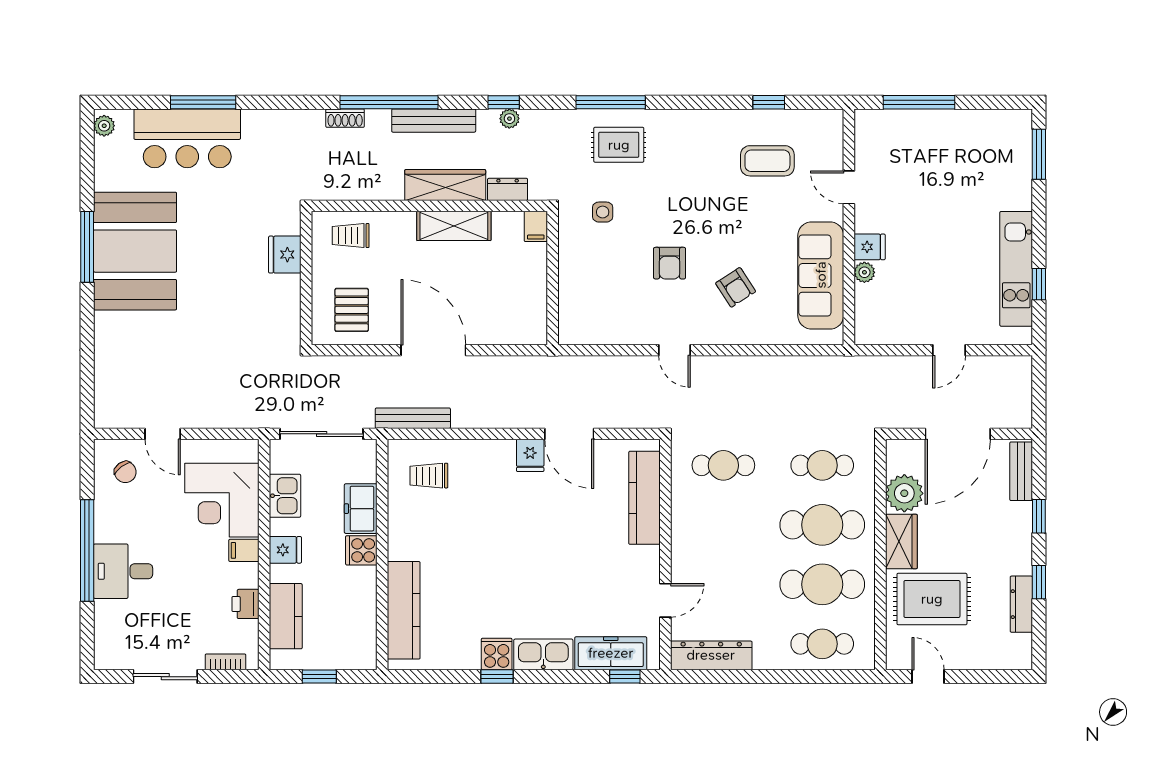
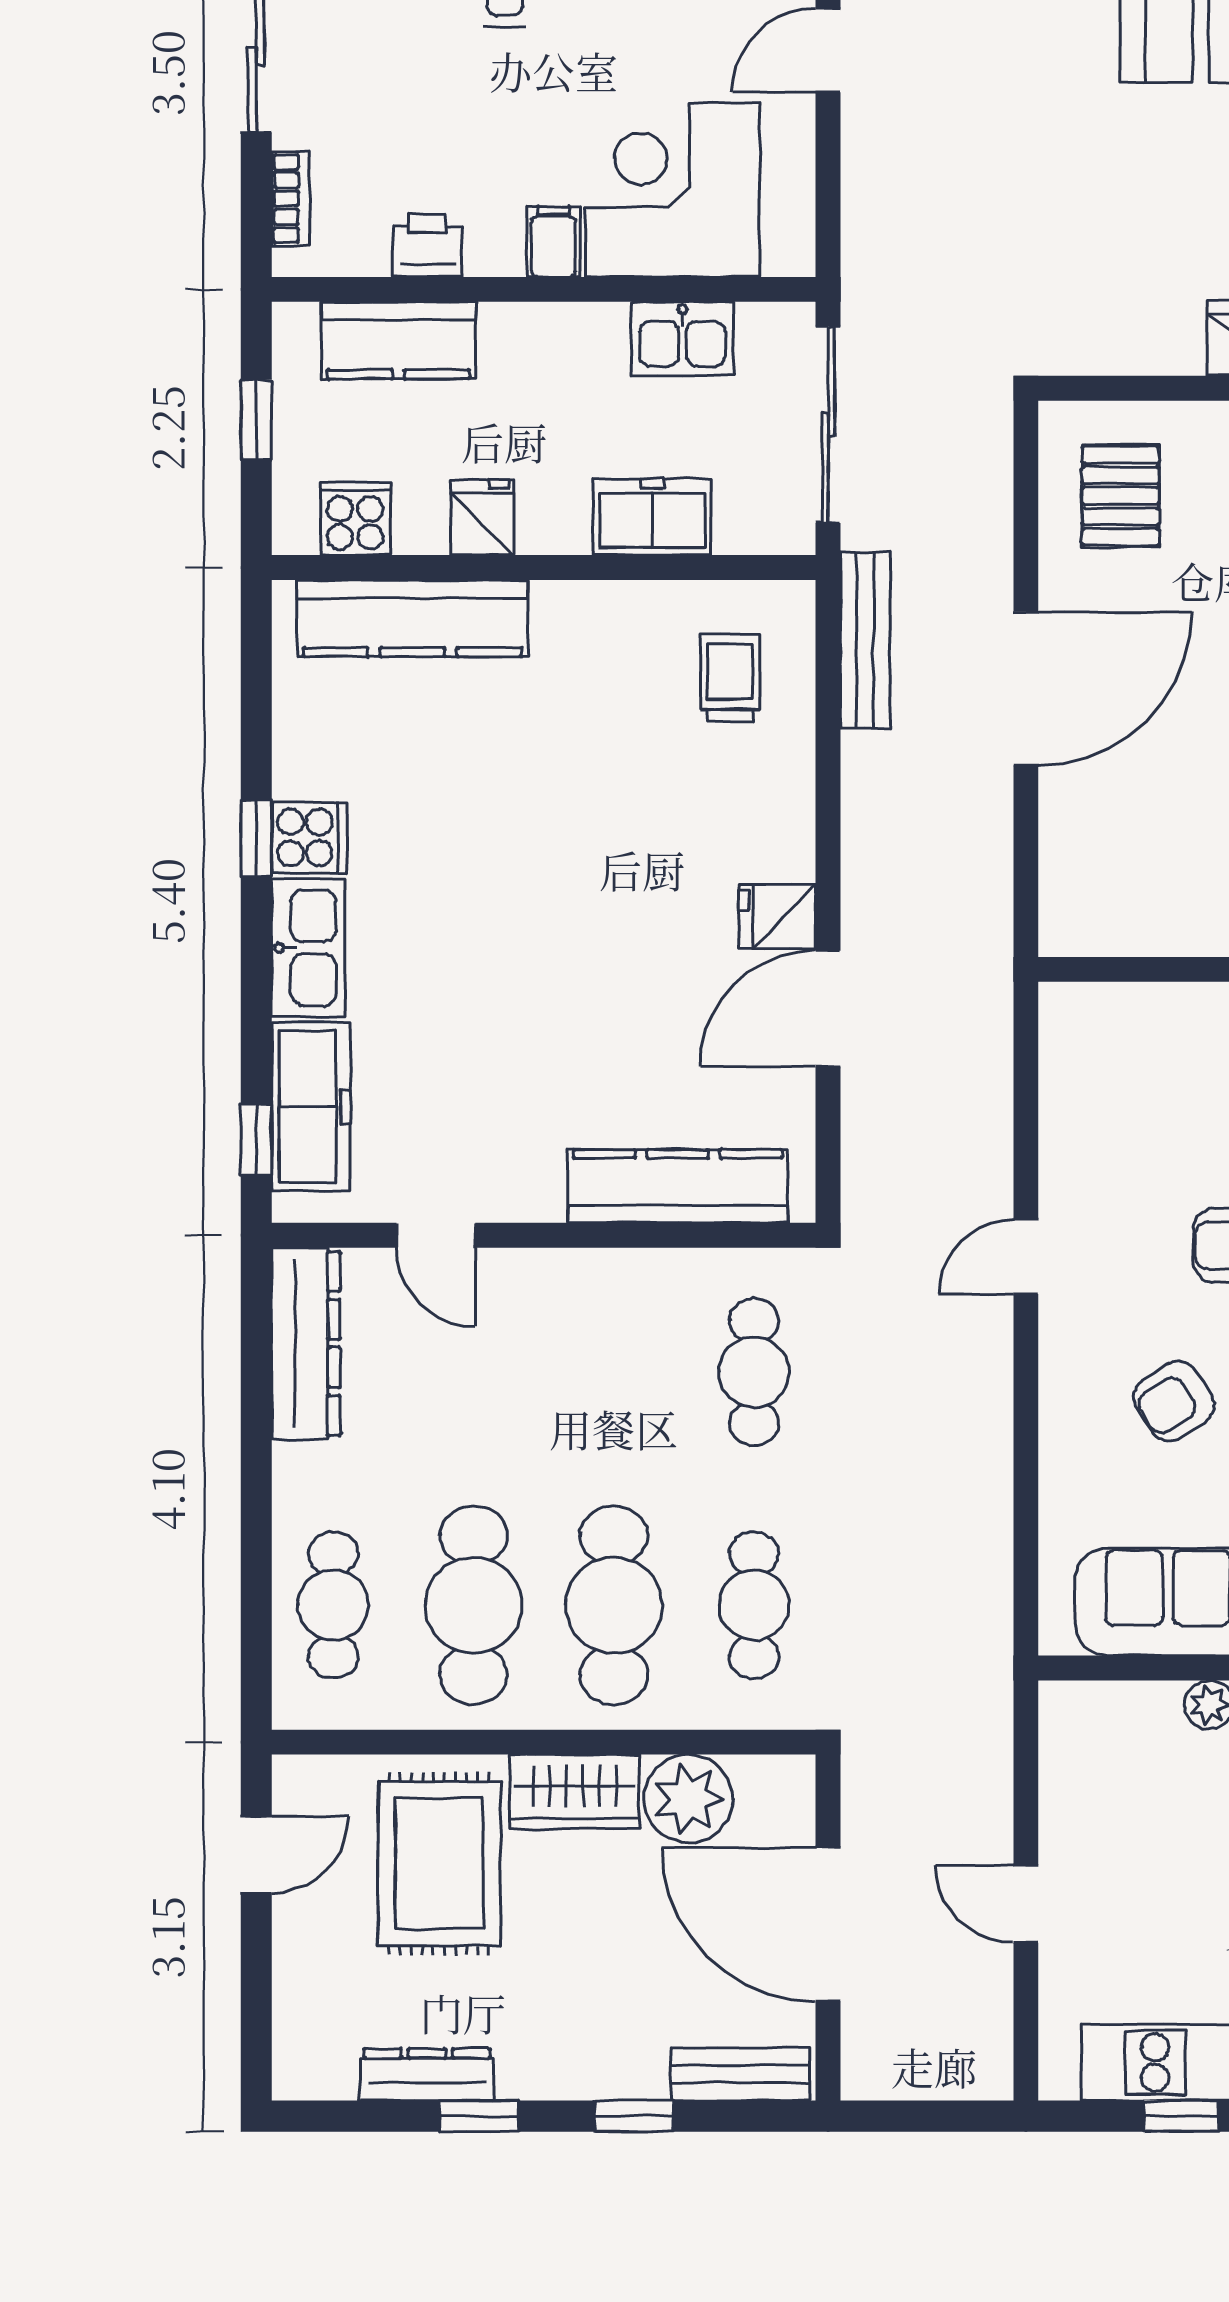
pallet: (352, 310) -> (1121, 496), turned 90
fridge: (285, 550) -> (482, 517), moved, turned 180
cooker: (361, 550) -> (355, 519), moved

